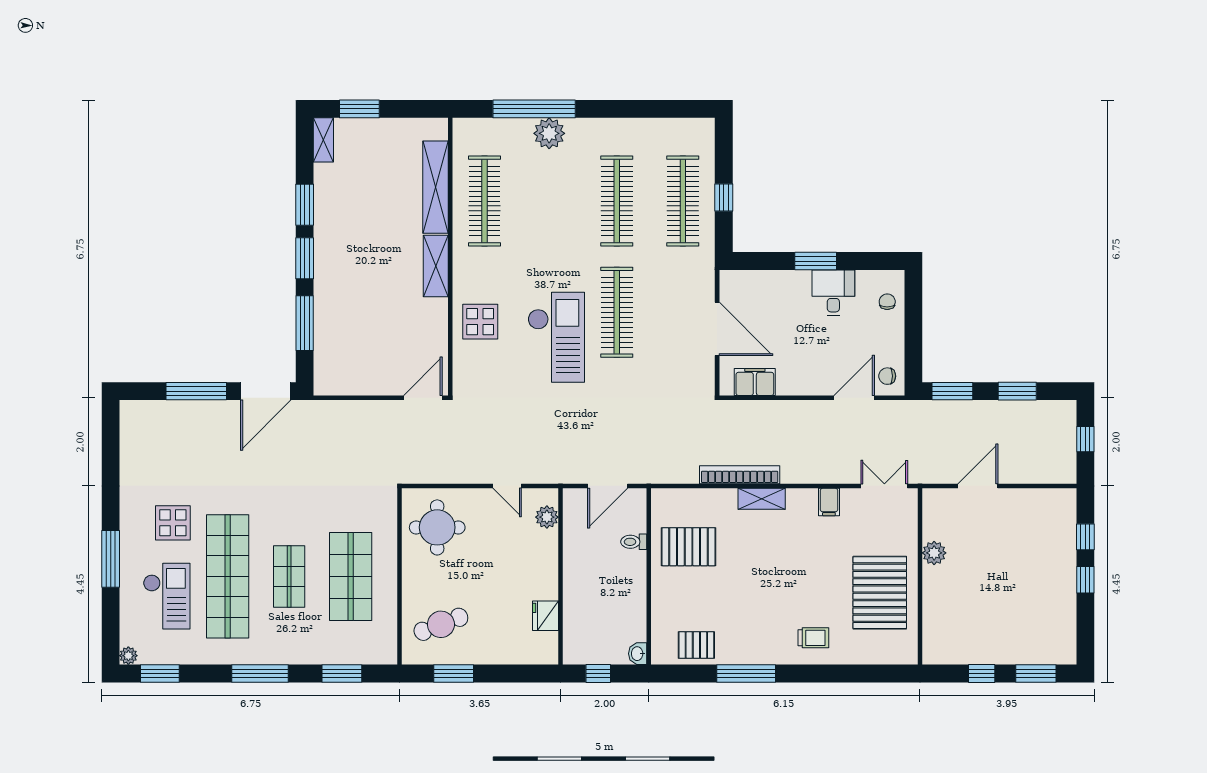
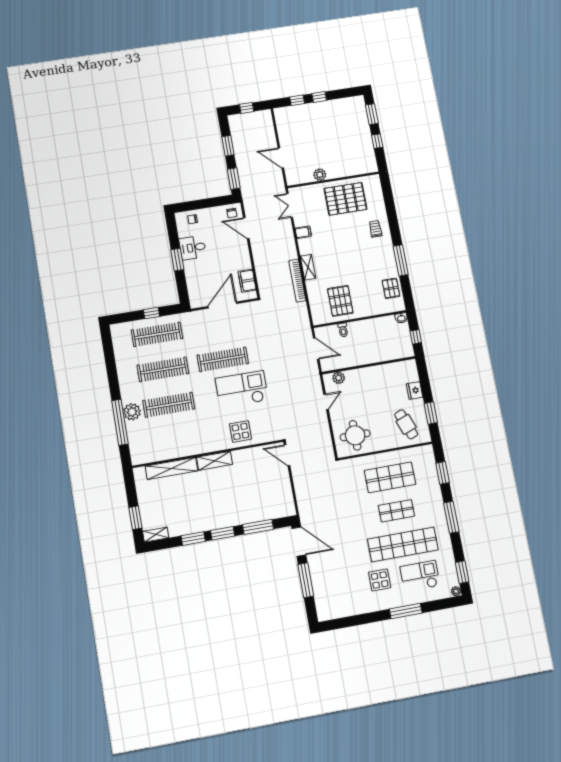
clothes rail: (484, 201) -> (169, 405), moved
fridge: (545, 616) -> (415, 390), moved, turned 90

